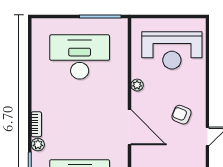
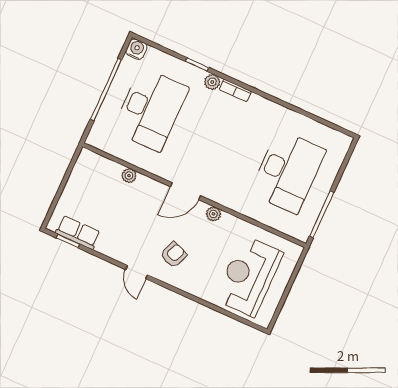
plant: (137, 85) -> (213, 214), moved
door: (129, 127) -> (185, 191), width x0.73

